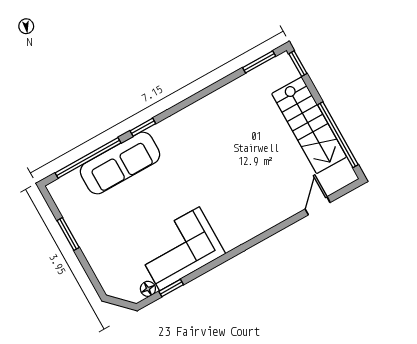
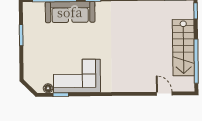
door: (318, 206) -> (164, 94), hinge flipped

